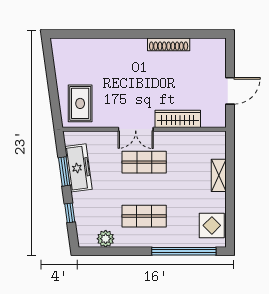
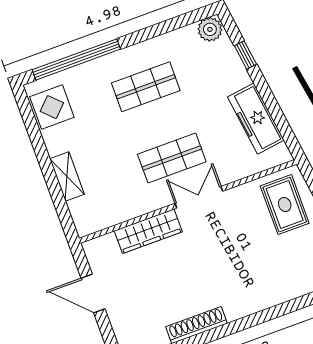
door: (230, 91) -> (93, 293), hinge flipped
window: (64, 171) -> (273, 107), removed
plant: (106, 239) -> (210, 29), moved

